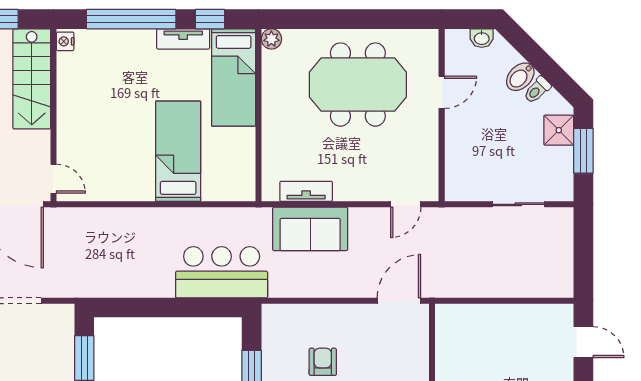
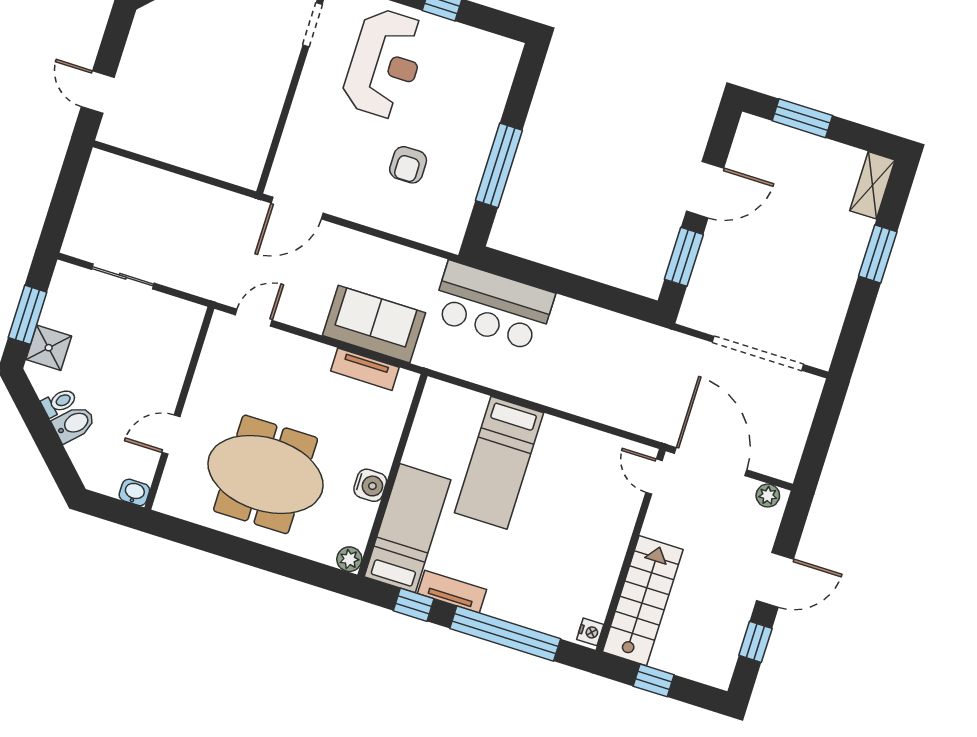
washbasin: (482, 38) -> (134, 492), moved
water cooler: (273, 102) -> (370, 485), added

